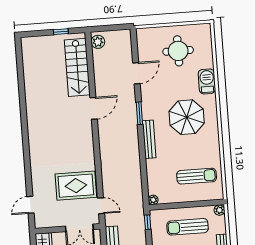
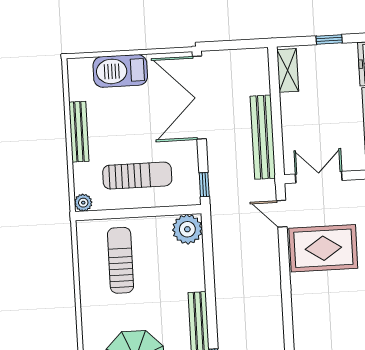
sun lounger: (197, 176) -> (120, 260), turned 90
plant: (153, 200) -> (187, 229), width x1.88, depth x1.88

